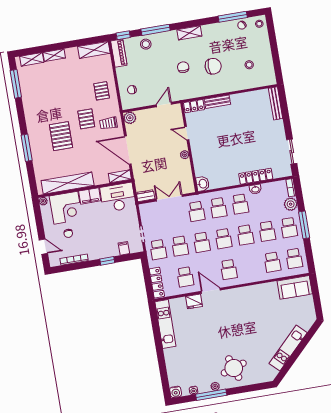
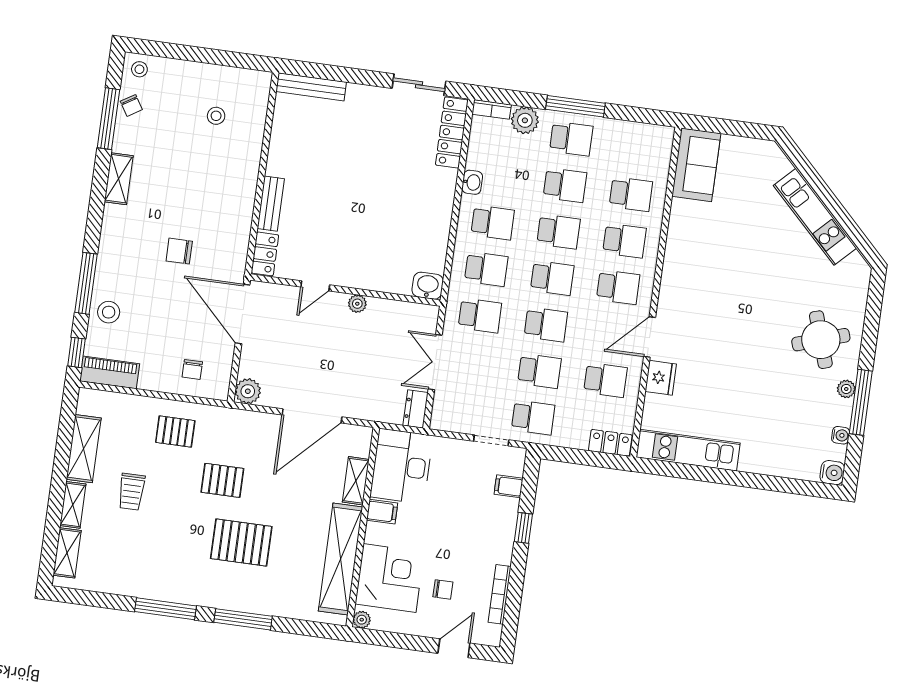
shelving: (189, 33) -> (119, 179), moved
shelving: (94, 50) -> (84, 449), moved
chair: (213, 66) -> (196, 190), removed
window: (16, 84) -> (165, 609), moved
door: (164, 105) -> (243, 314), width x1.87
trolley: (108, 123) -> (131, 492), moved
shelving: (120, 176) -> (356, 481), moved
locker: (256, 176) -> (452, 132), moved
filing cabinet: (90, 196) -> (382, 512), width x0.50
school desk: (294, 258) -> (624, 241), moved
locker: (157, 283) -> (610, 443), width x0.66

